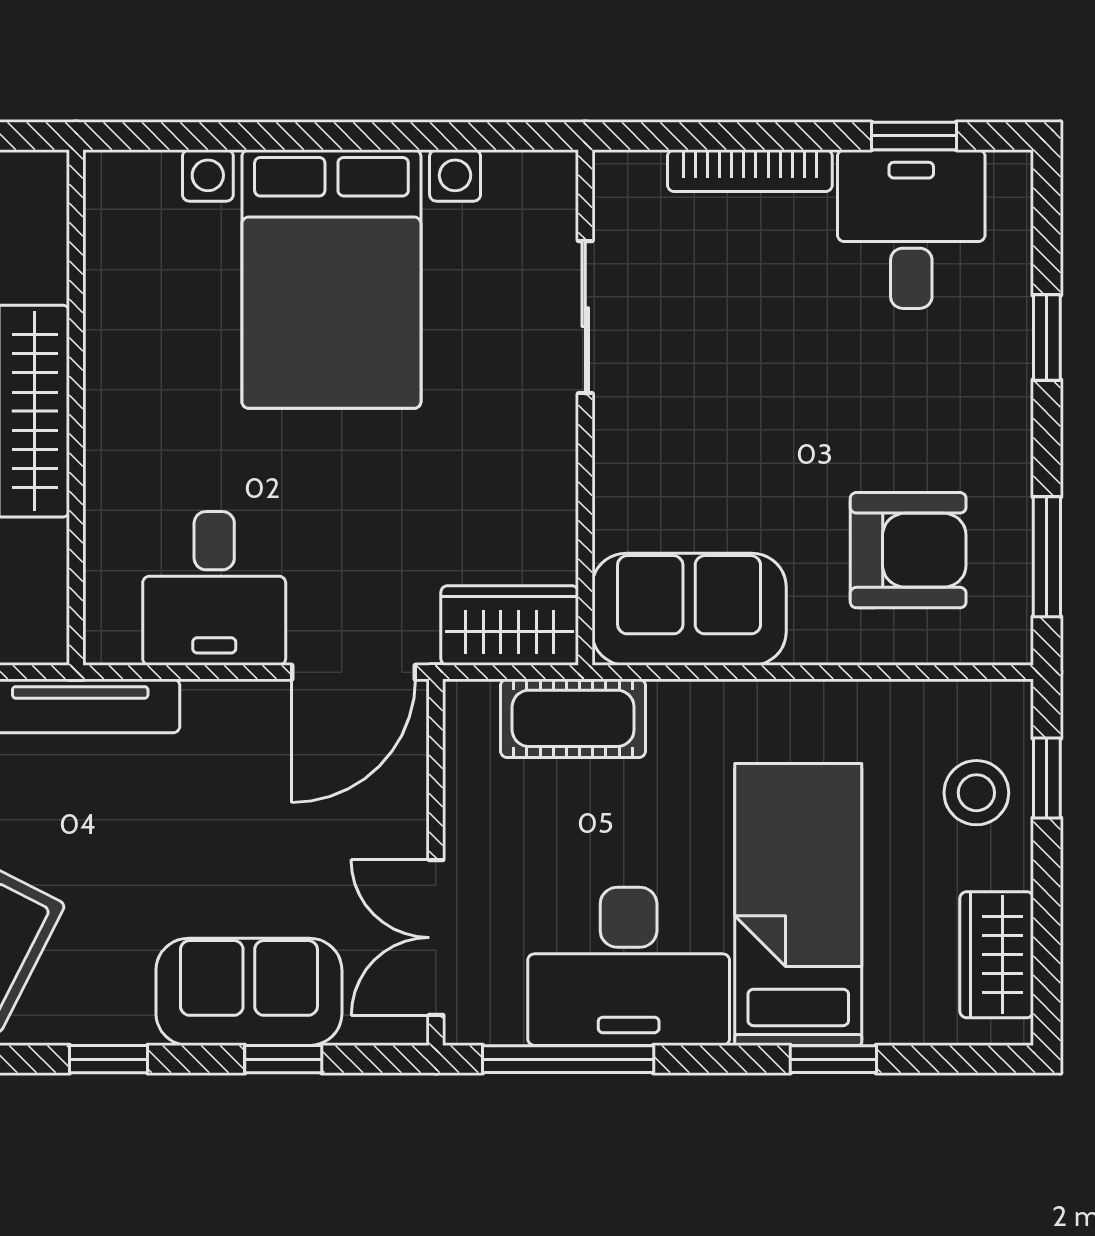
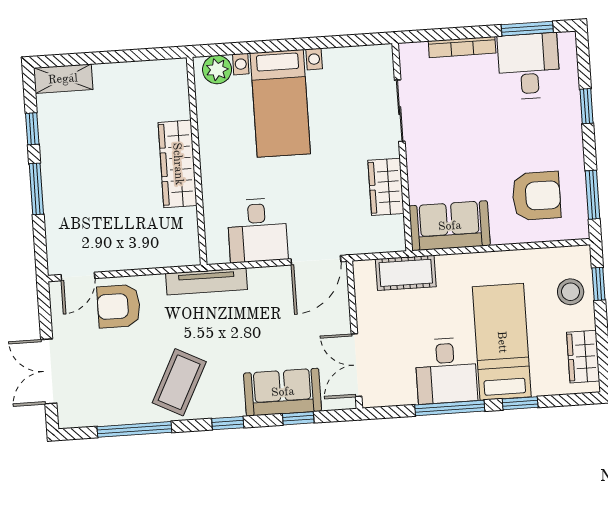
window: (914, 136) -> (527, 29), width x1.50
plant: (142, 185) -> (217, 70), added
bed with nightstands: (331, 279) -> (280, 103), width x0.73
wardrobe: (510, 626) -> (386, 187), moved, turned -90
desk: (629, 966) -> (446, 371), width x0.73
window: (568, 1059) -> (450, 408), moved

